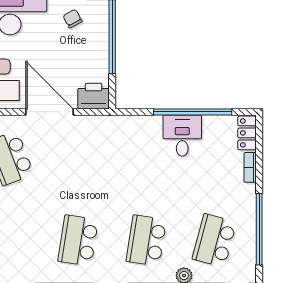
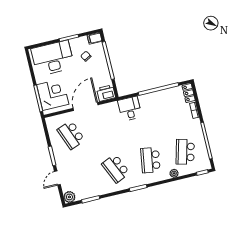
door: (50, 112) -> (86, 107), hinge flipped
desk: (182, 136) -> (130, 109), moved
school desk: (78, 240) -> (116, 168), turned -33

